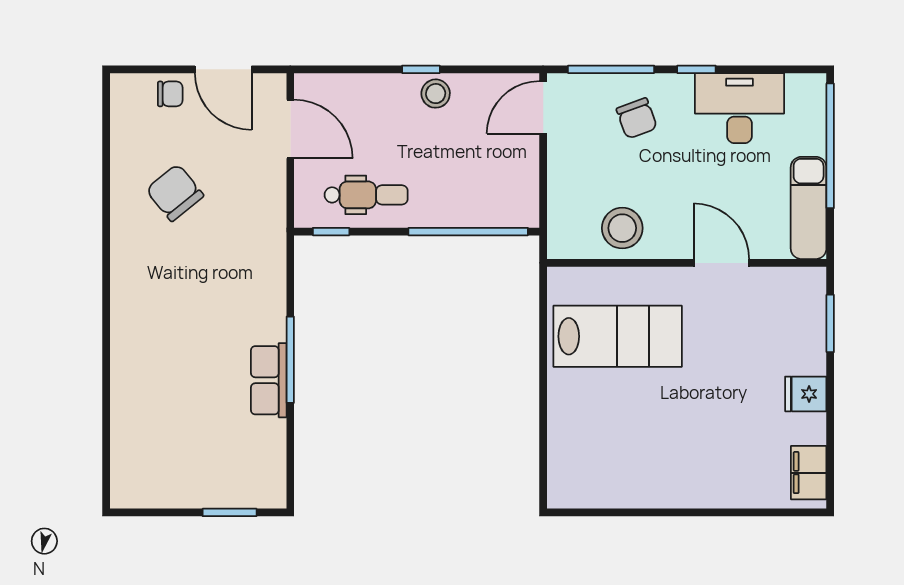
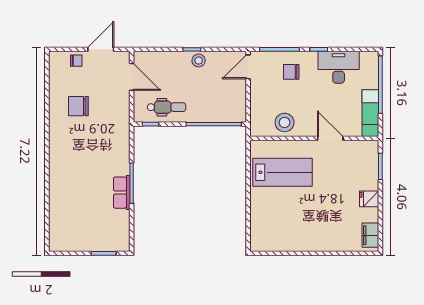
door: (223, 69) -> (101, 49), swing flipped
chair: (637, 118) -> (291, 72), turned 110
chair: (175, 193) -> (78, 106), turned -51

